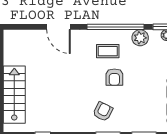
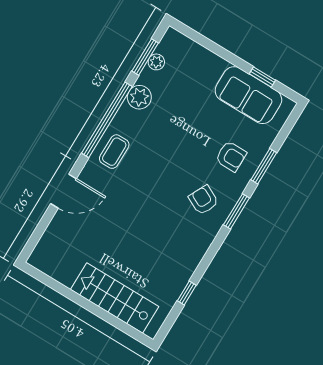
coffee table: (108, 51) -> (114, 152), moved
armchair: (114, 77) -> (231, 156), moved

